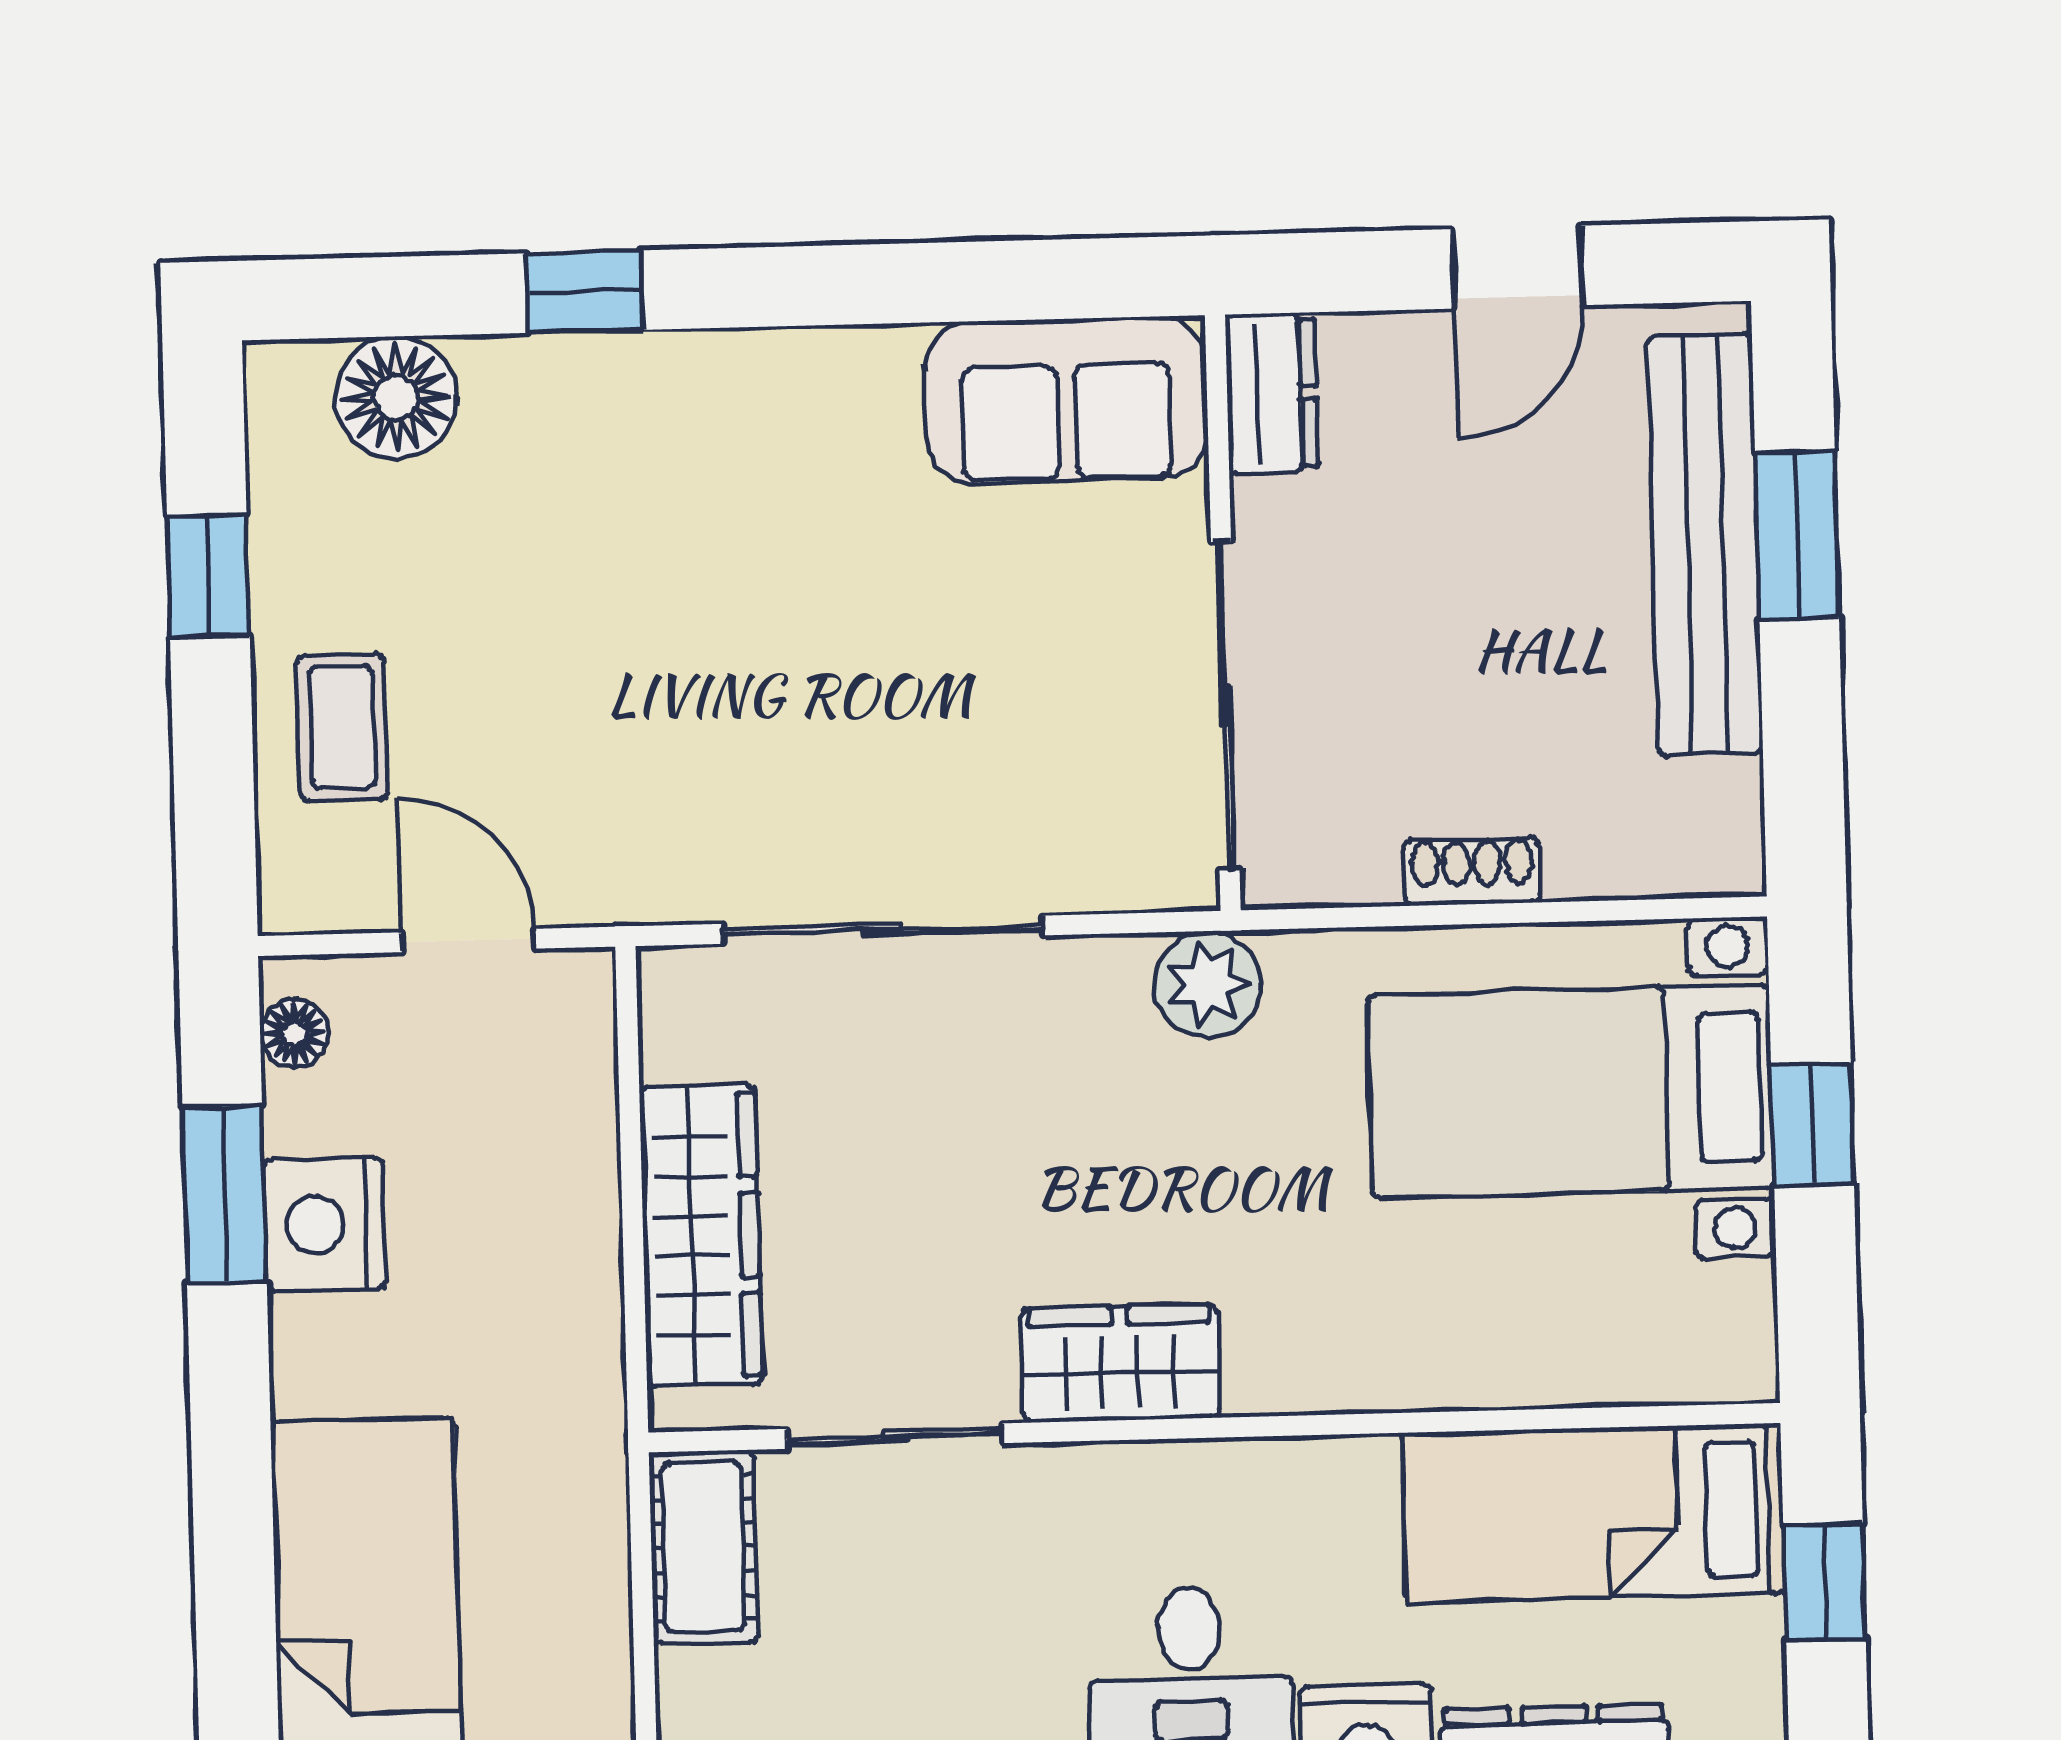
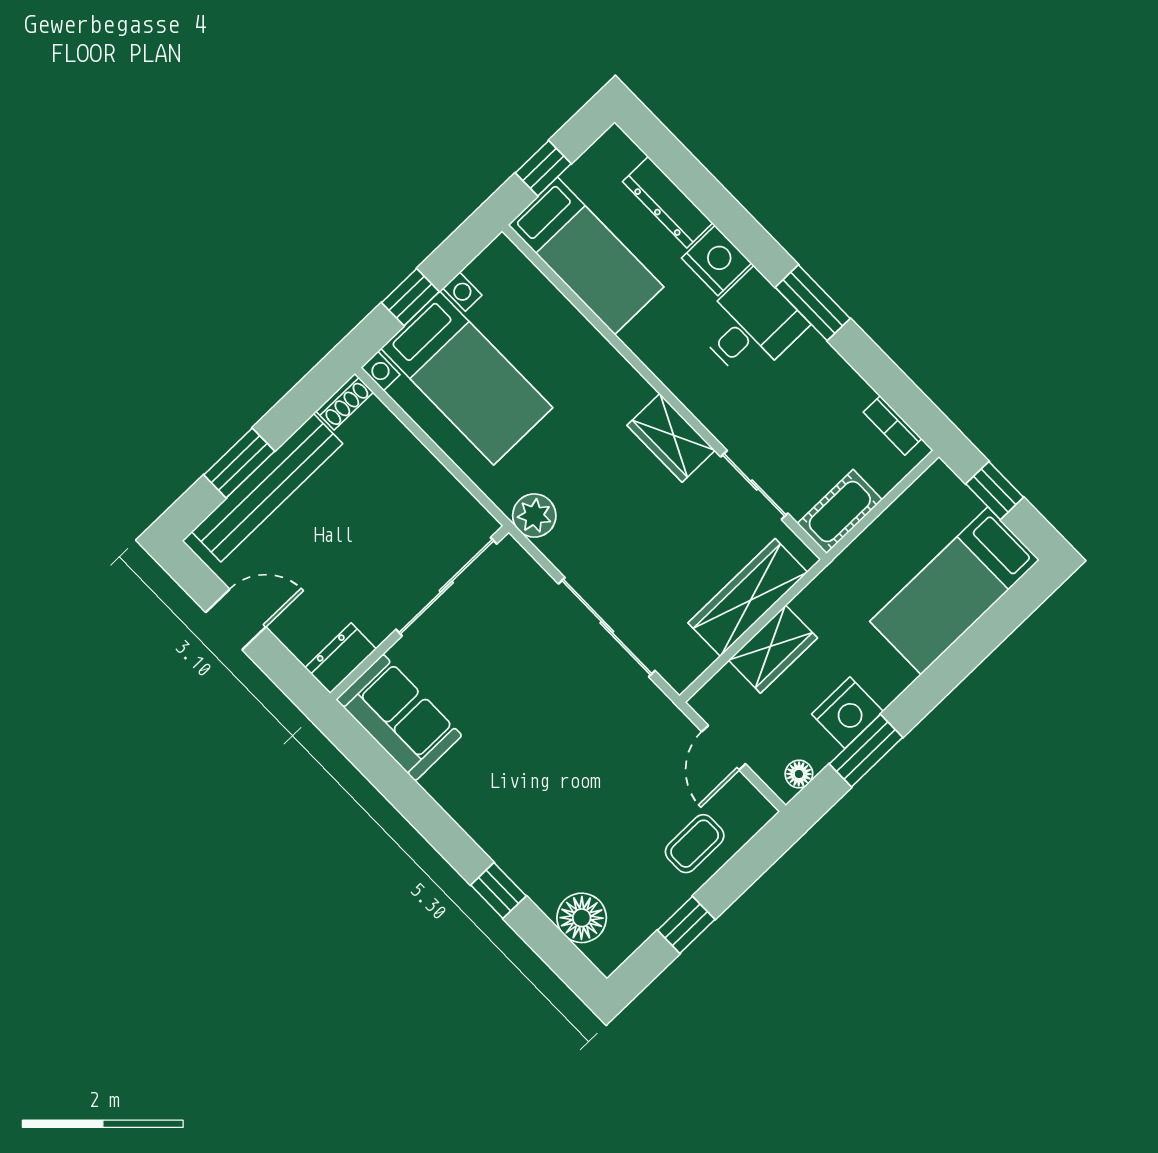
shoe rack: (1472, 871) -> (345, 402), moved, turned -90
wardrobe: (565, 1195) -> (773, 649), added

